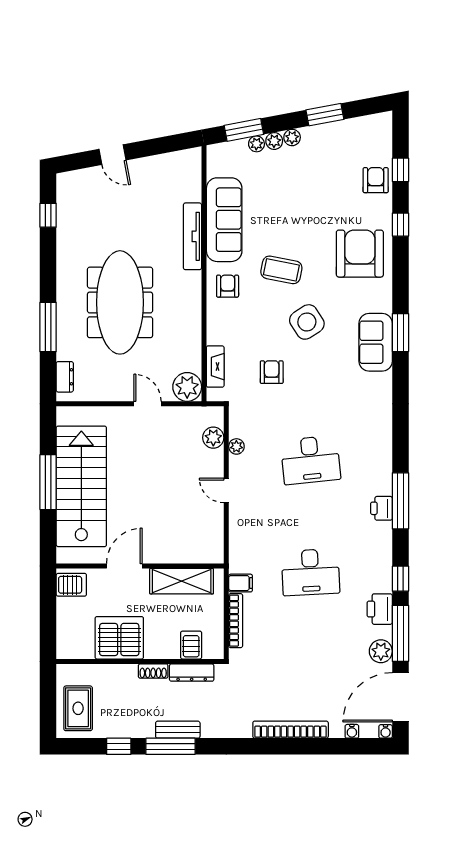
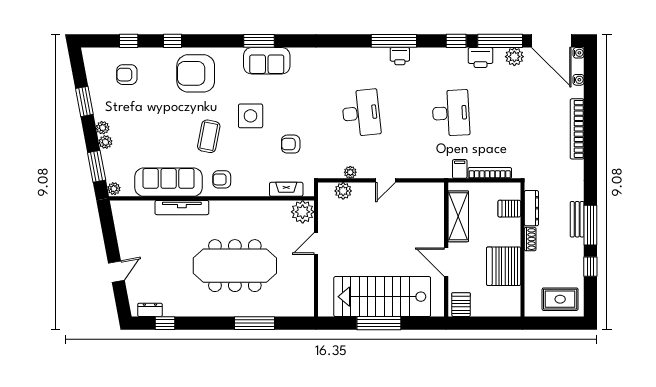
plant: (256, 144) -> (114, 189), moved
armchair: (376, 180) -> (127, 75), moved
side table: (307, 322) -> (251, 116), turned 33
dresser: (65, 377) -> (150, 310), moved

